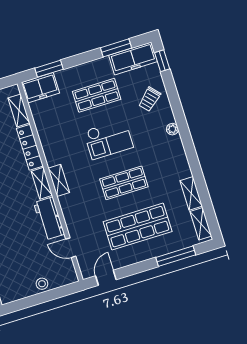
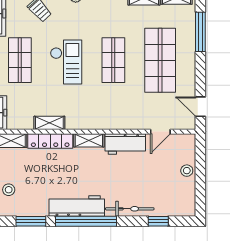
shelving: (59, 180) -> (49, 123), moved

